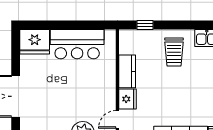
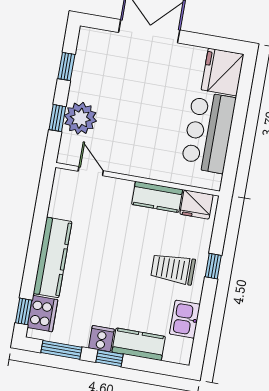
window: (145, 25) -> (213, 266), moved
fridge: (128, 99) -> (197, 204), moved

